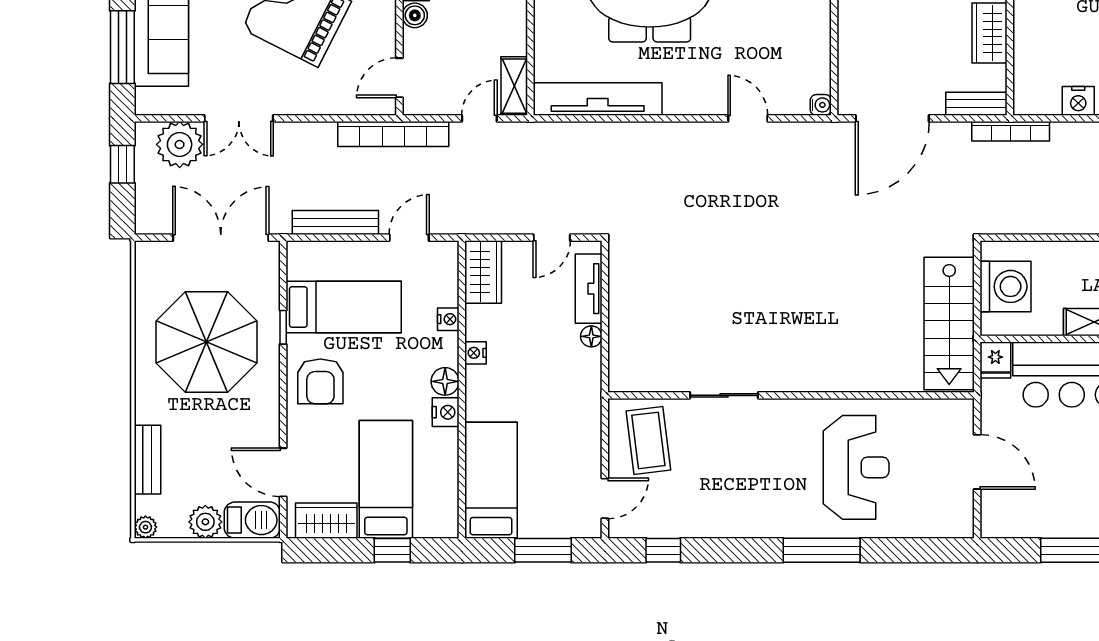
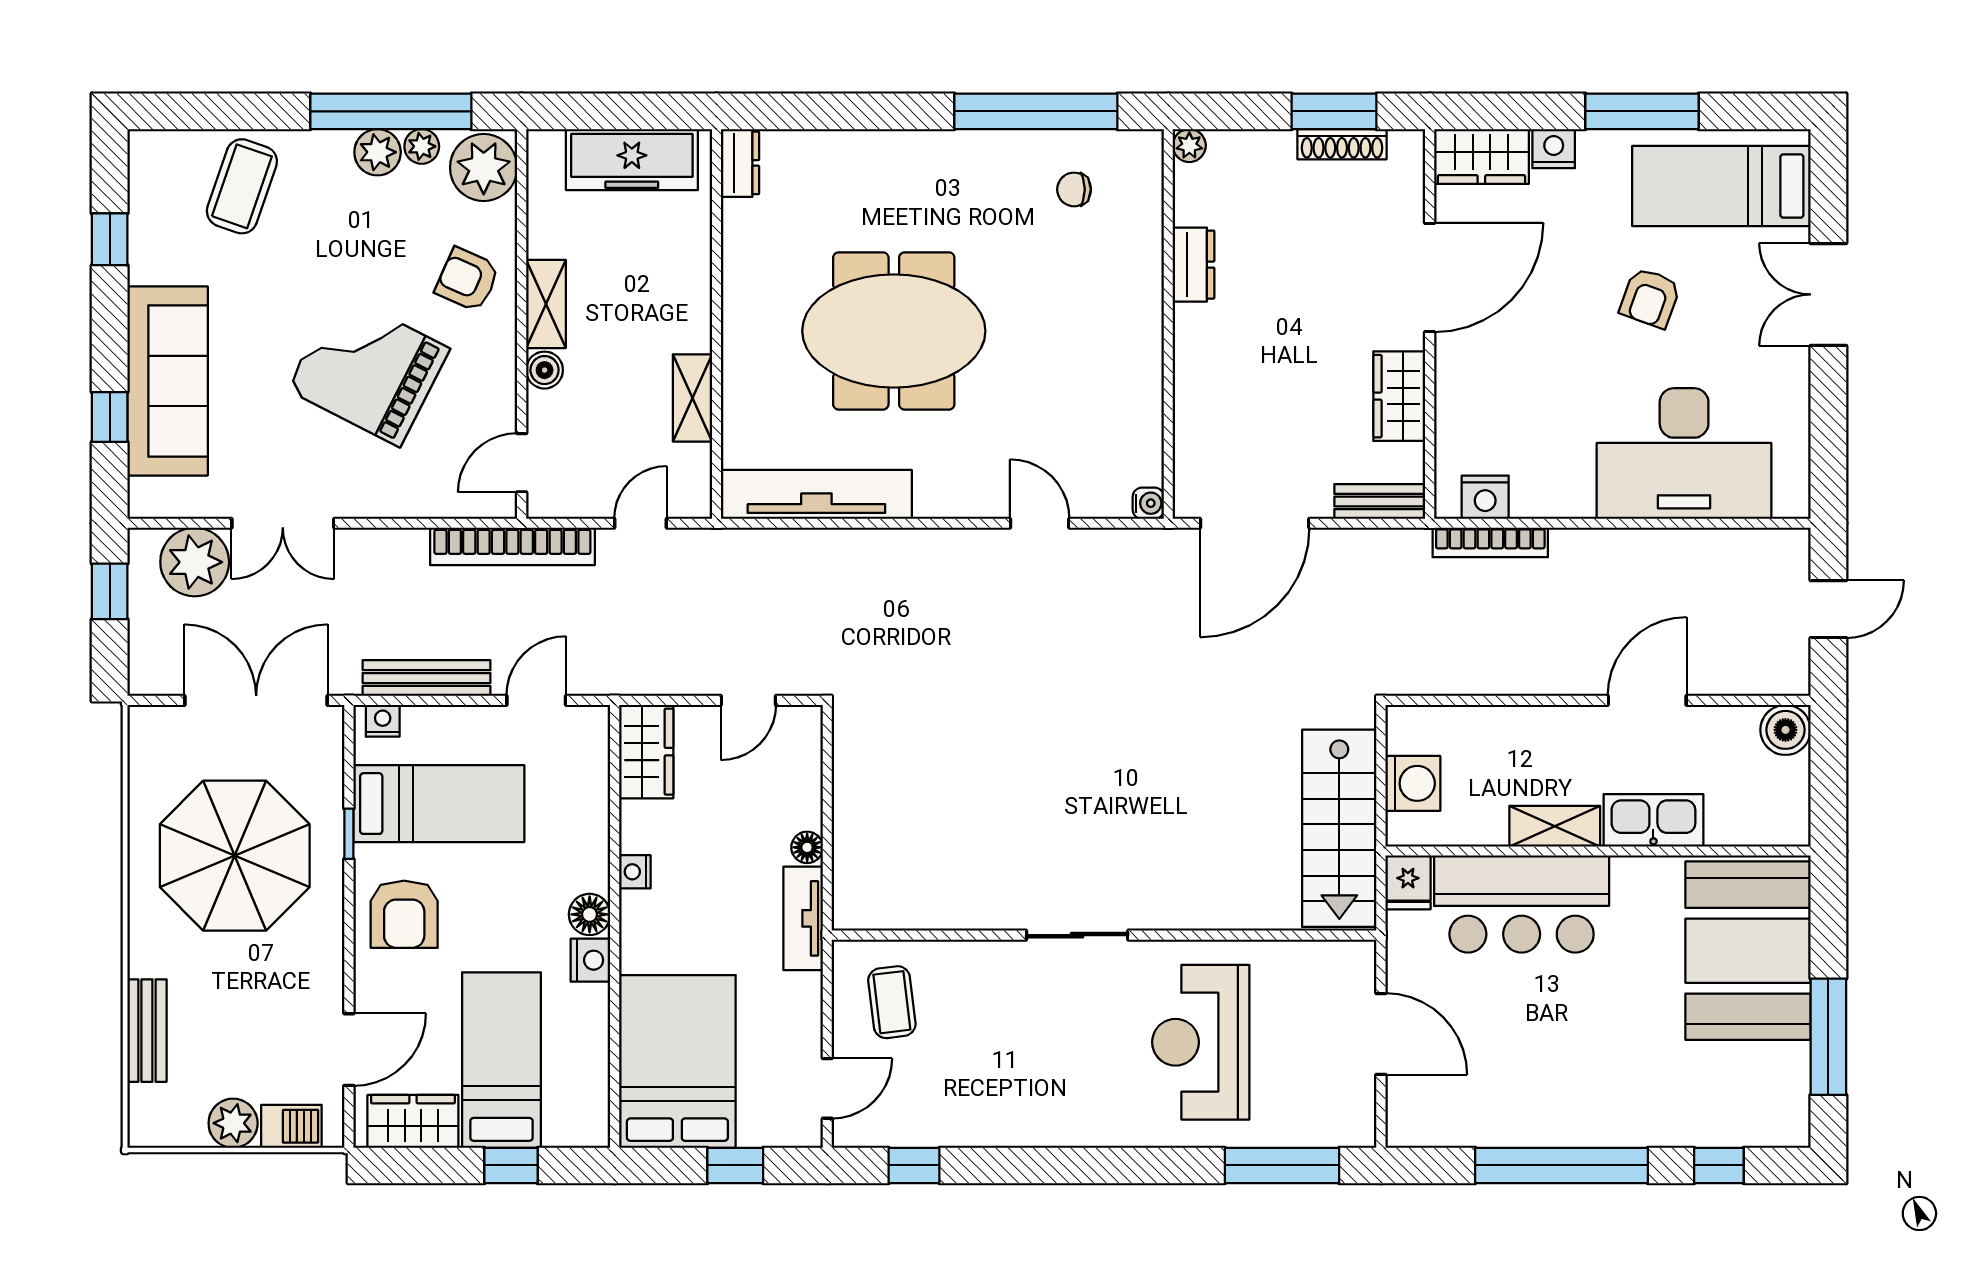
window: (122, 47) -> (110, 417), width x0.46
shelving: (514, 86) -> (692, 398), moved
nightstand: (1078, 101) -> (1485, 497), moved
bookcase: (1011, 131) -> (1490, 542), moved
washing machine: (1005, 286) -> (1413, 783), width x0.73, depth x0.73
tv unit: (589, 289) -> (803, 918), moved
nightstand: (448, 319) -> (383, 721), moved, turned -90
sliding door: (724, 395) -> (1077, 935), moved
coffee table: (648, 440) -> (892, 1002), width x0.73, depth x0.77
reception desk: (856, 467) -> (1201, 1042), turned 180
door: (283, 472) -> (349, 1050), swing flipped
bed: (491, 480) -> (677, 1061), width x1.50
barbecue: (252, 520) -> (291, 1126), width x0.73, depth x0.79
plant: (145, 527) -> (144, 1131), removed
window: (543, 550) -> (735, 1165), width x0.67
window: (822, 550) -> (1282, 1165), moved

